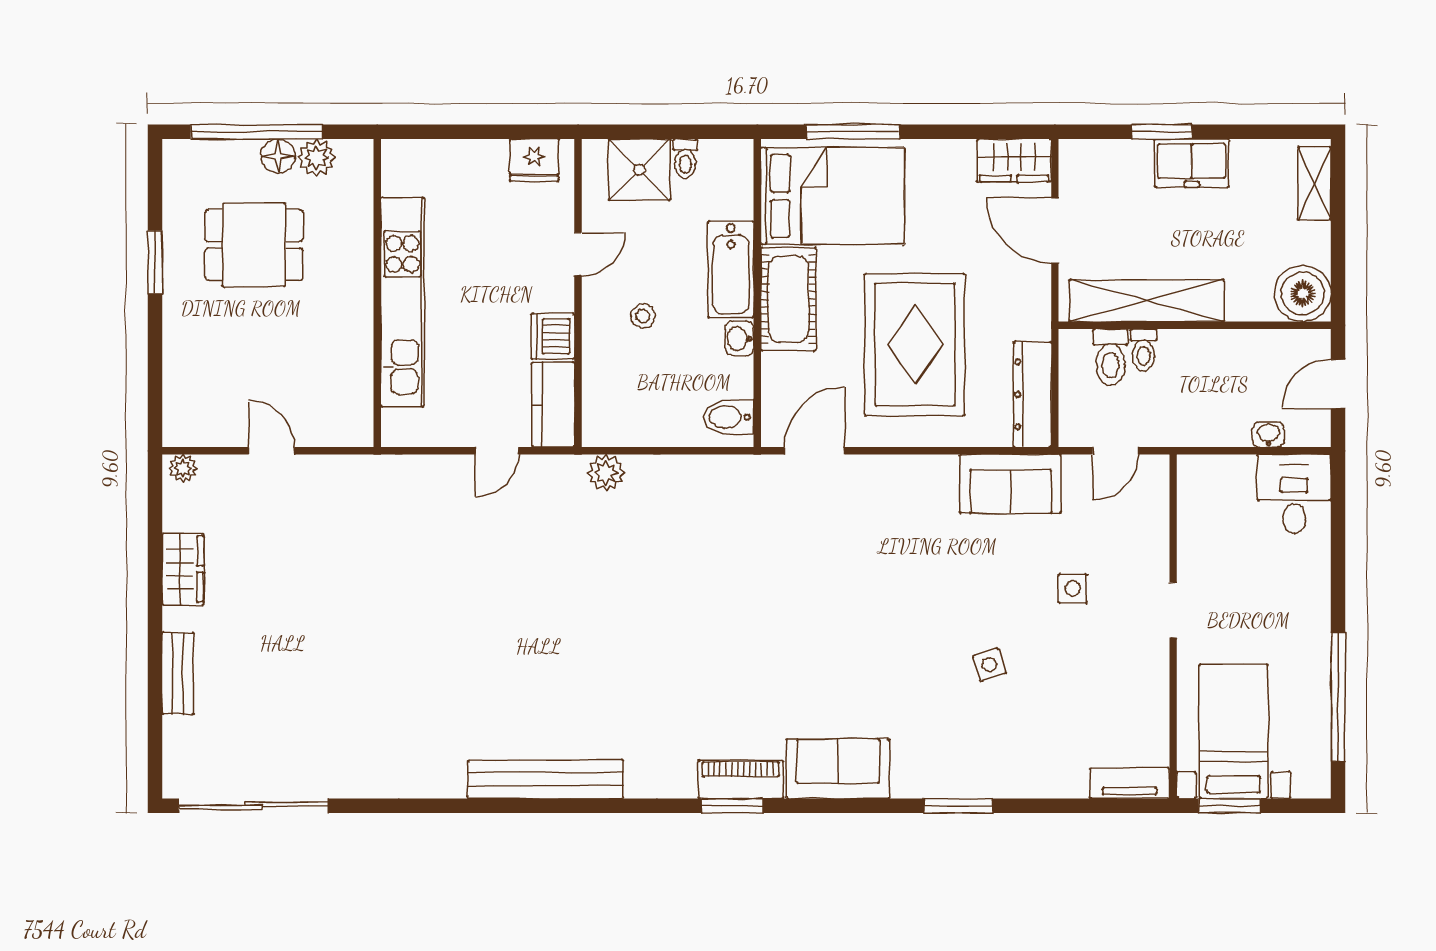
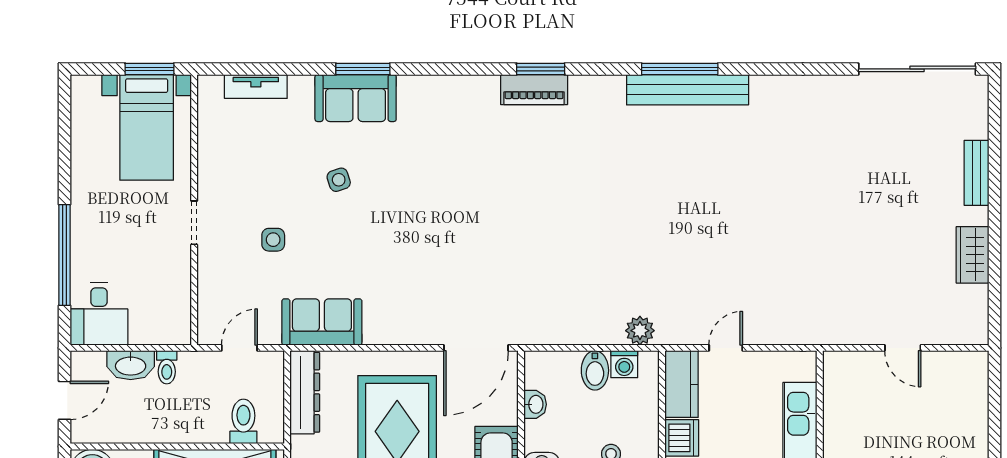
washbasin: (739, 339) -> (535, 404), moved
toilet: (1143, 350) -> (167, 367), moved, turned 180
bidet: (729, 417) -> (595, 370), moved, turned 90
washing machine: (626, 430) -> (624, 364), added
washbasin: (1268, 434) -> (131, 365), width x1.91, depth x1.45
door: (815, 451) -> (476, 348), width x1.36
plant: (183, 468) -> (973, 334), removed
window: (1338, 697) -> (64, 255), moved
sofa: (838, 769) -> (356, 98), moved
tv unit: (1130, 783) -> (256, 87), moved
window: (555, 806) -> (680, 69), added

